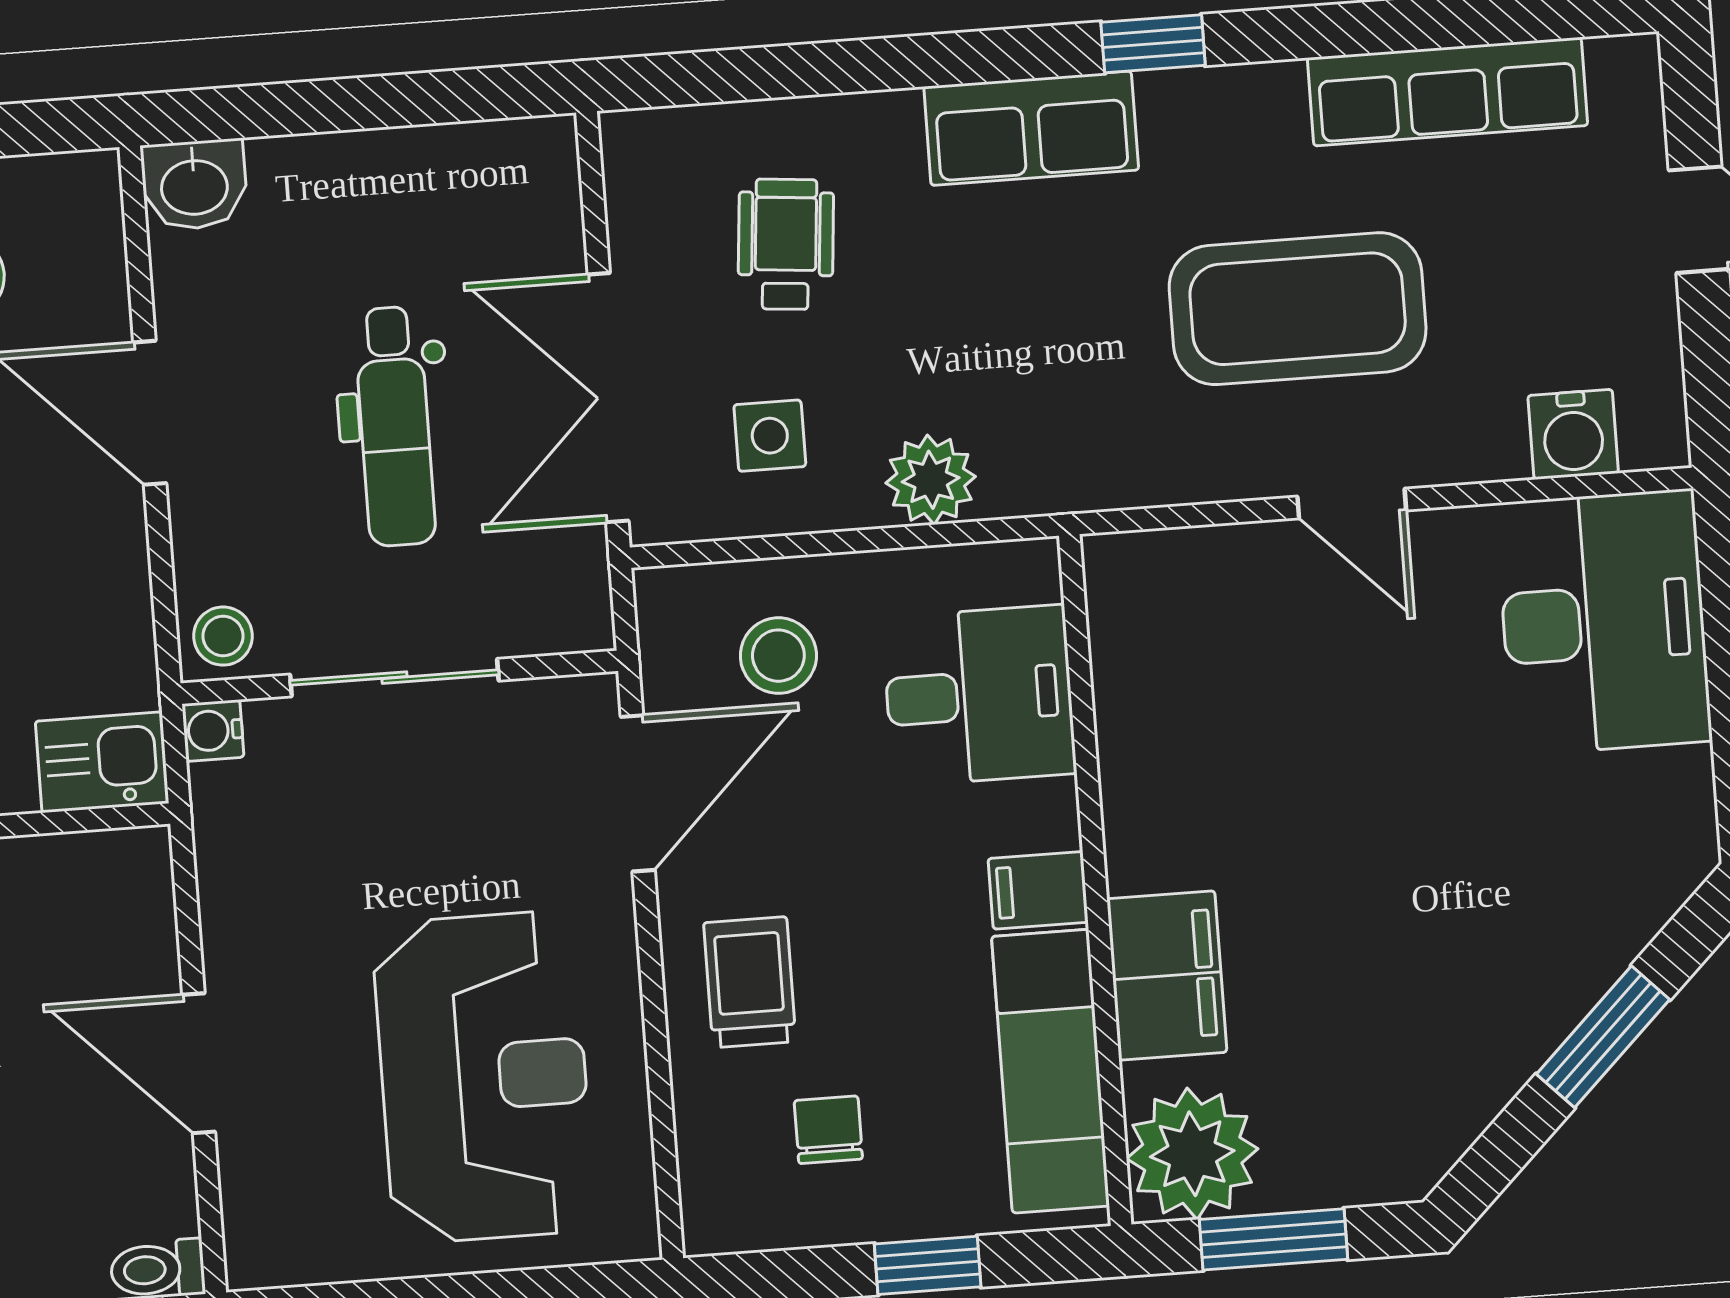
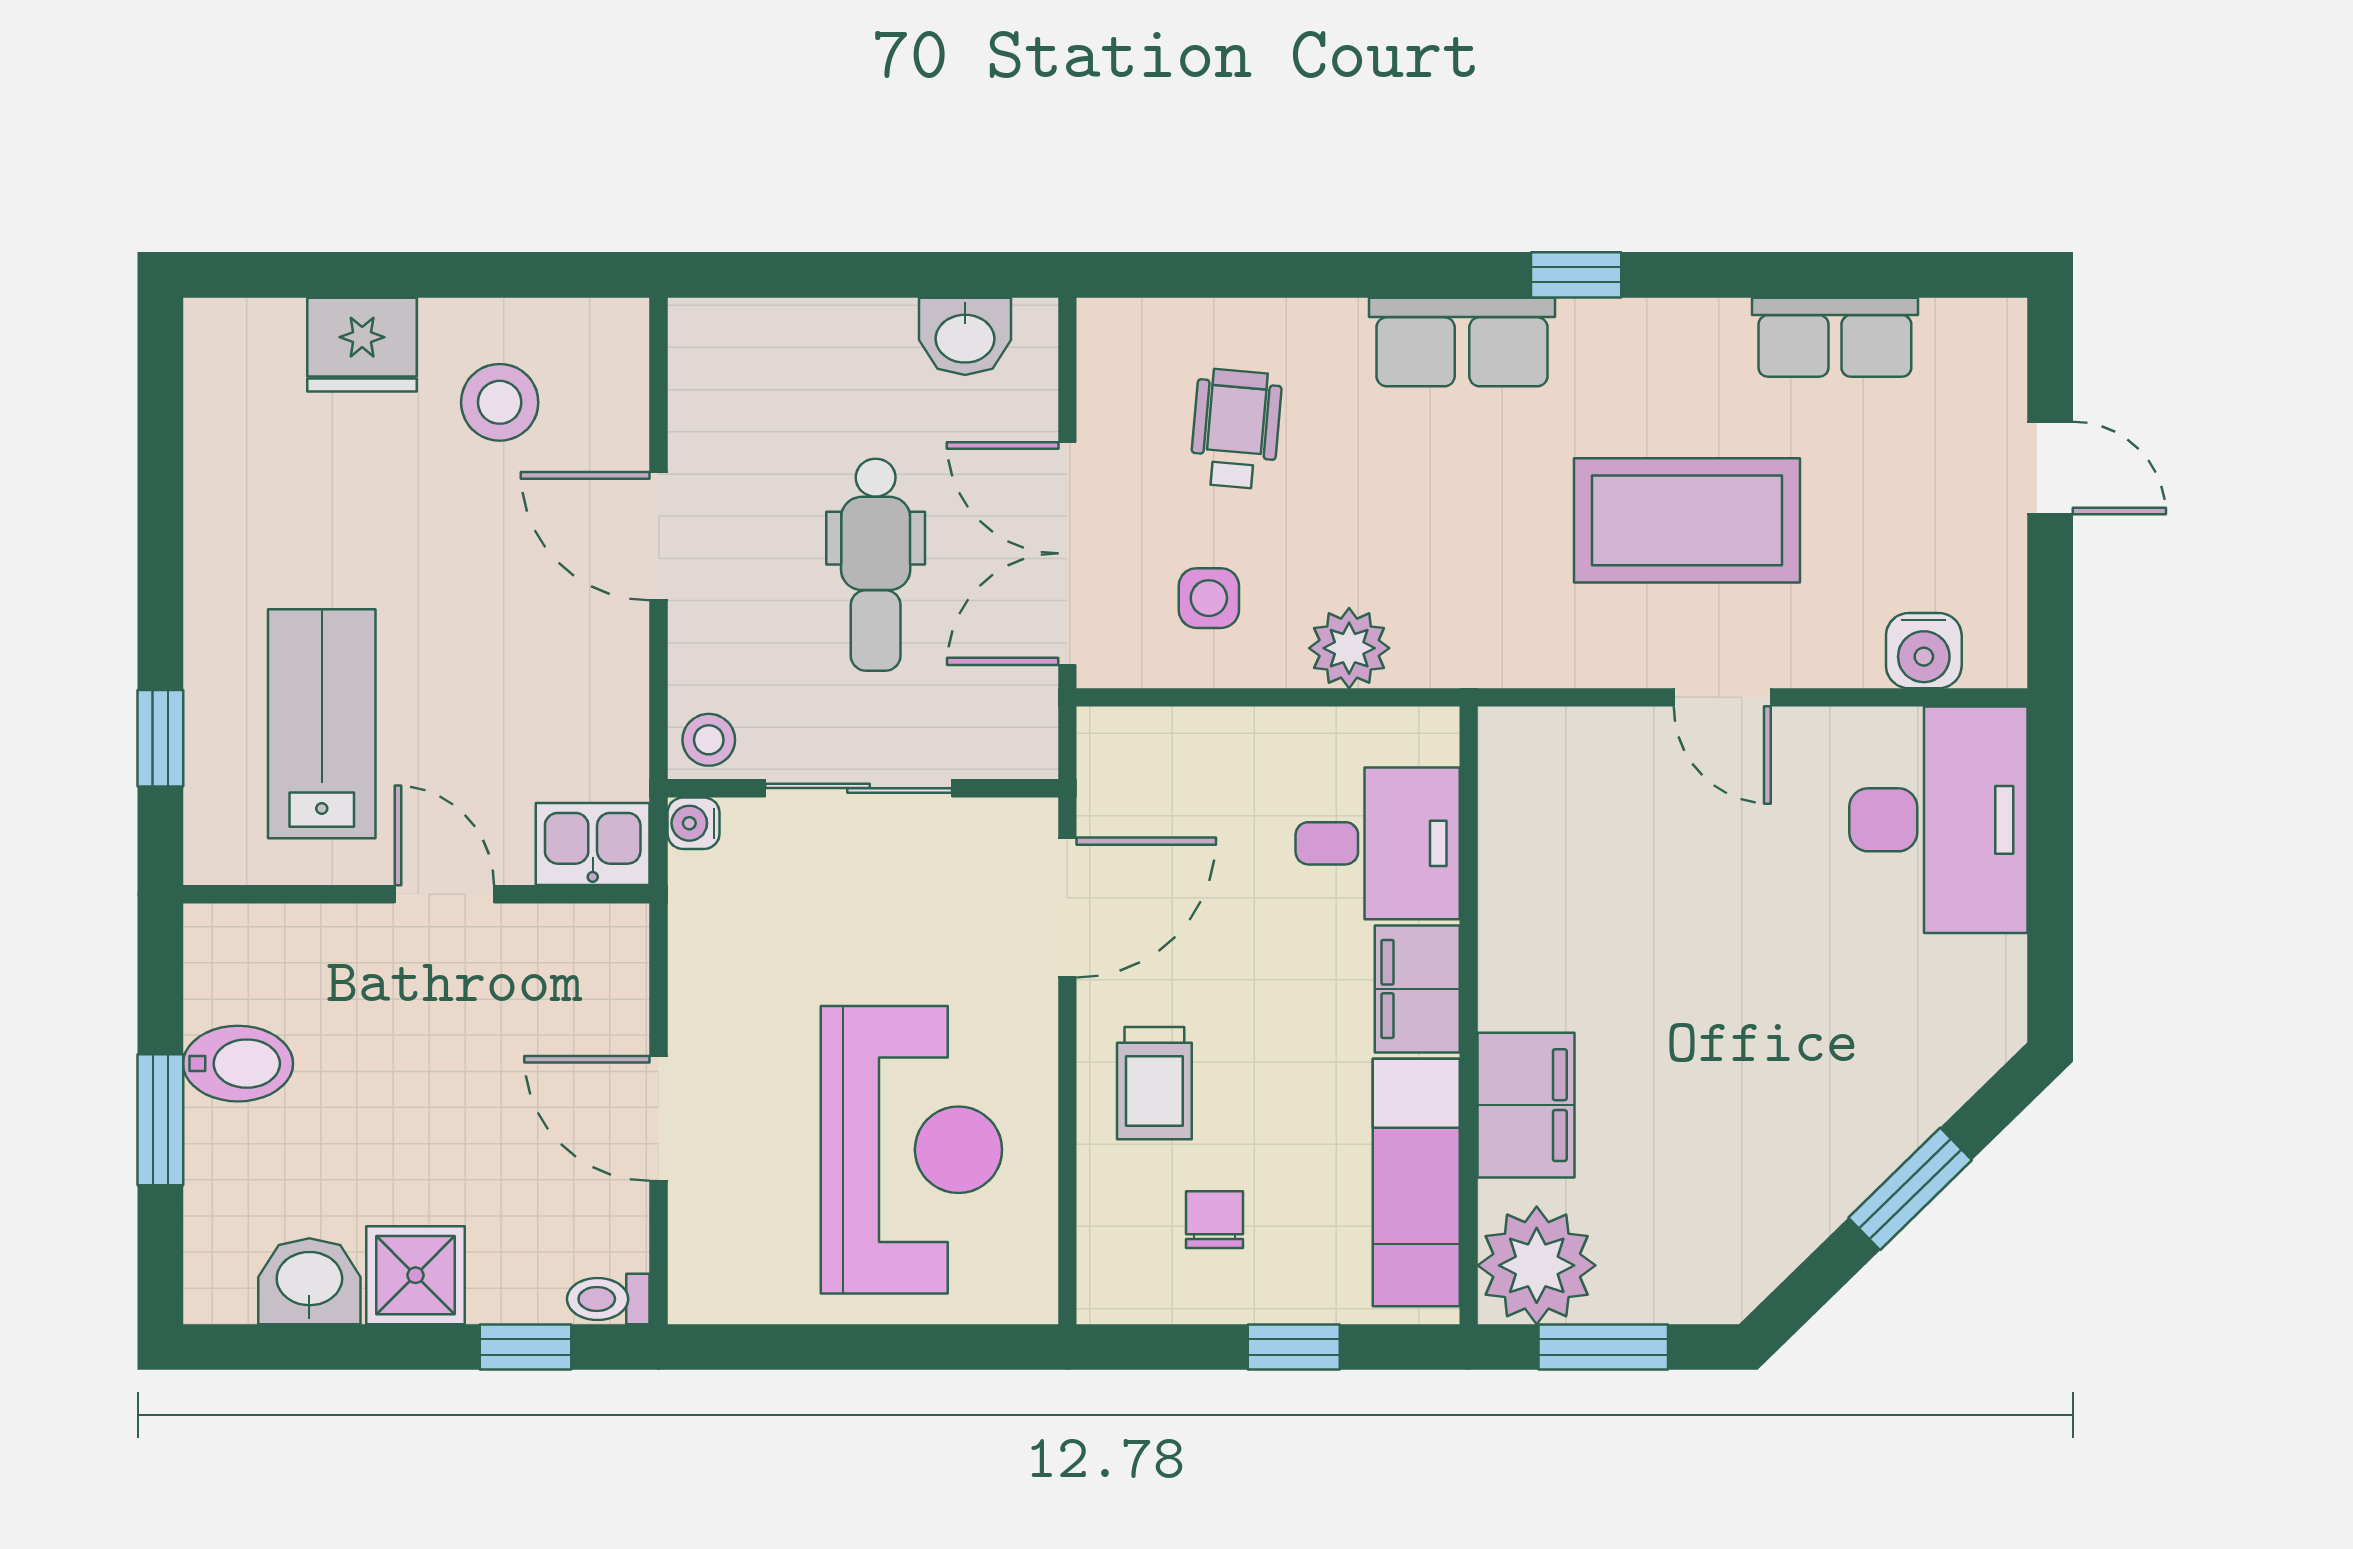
row of seats: (1447, 92) -> (1835, 337), width x0.68
washbasin: (194, 185) -> (965, 336), moved
stool: (778, 656) -> (1202, 794), removed
filing cabinet: (1038, 890) -> (1417, 989), width x2.00
trolley: (750, 982) -> (1154, 1083), turned 180

